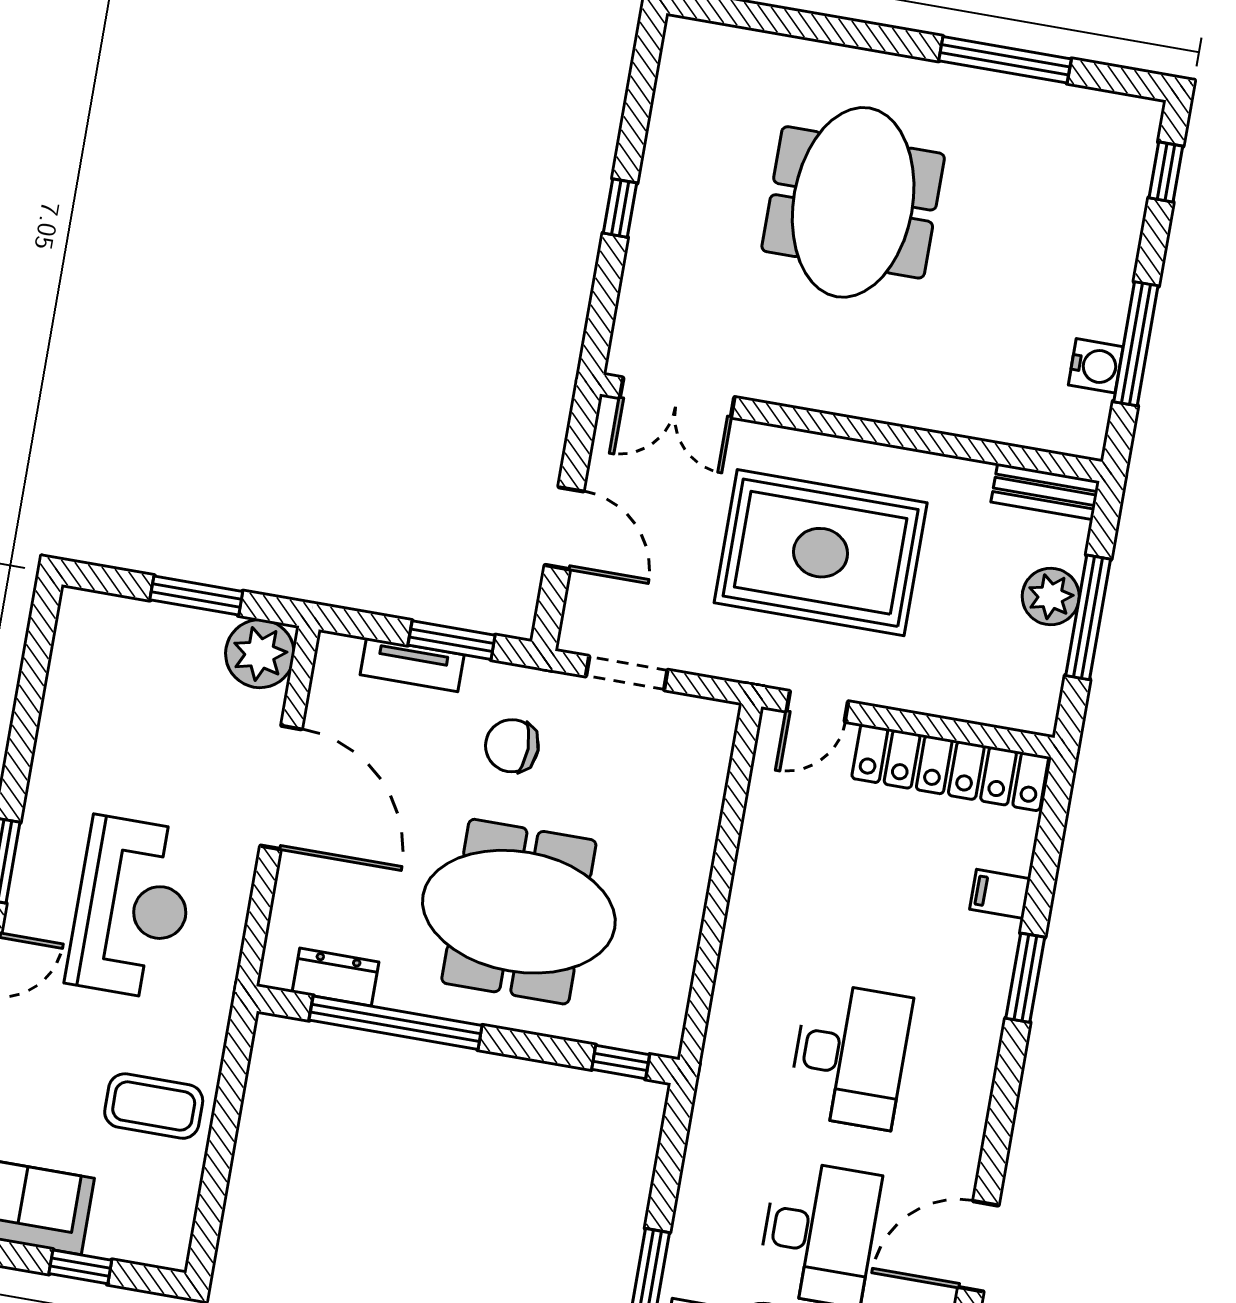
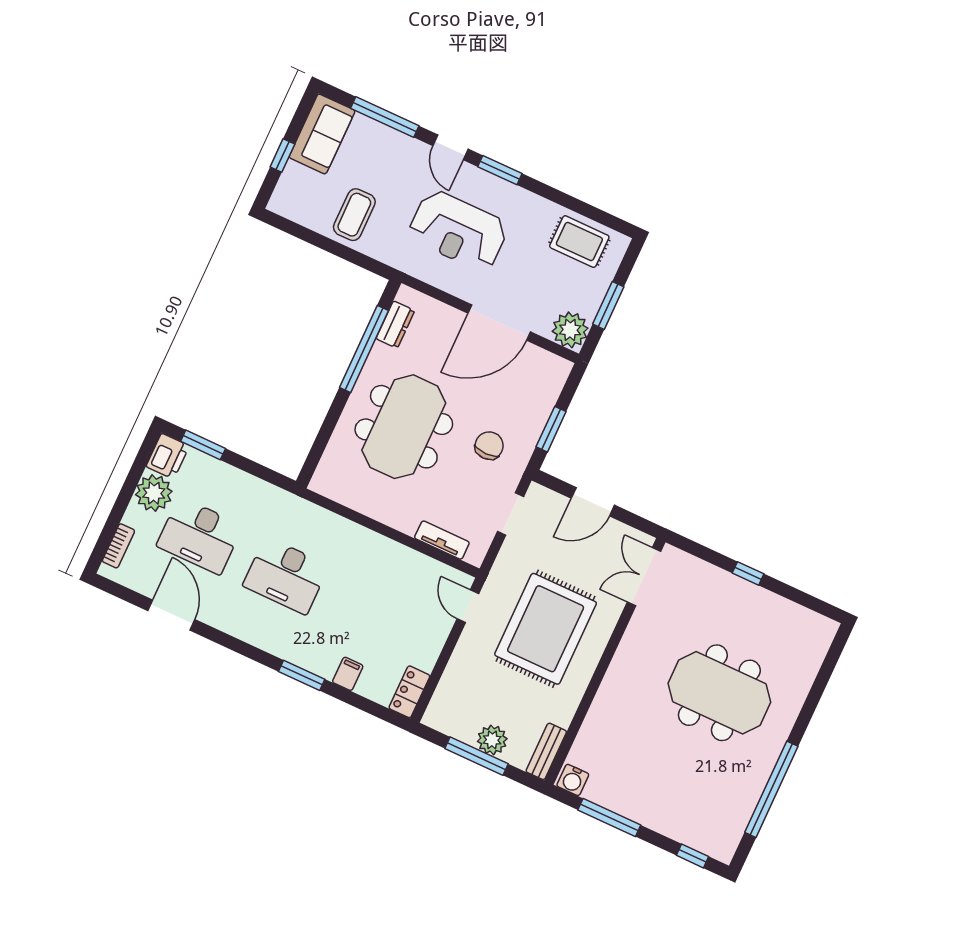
window: (1005, 60) -> (771, 789), width x1.46
water cooler: (1096, 366) -> (573, 780), moved
tv unit: (412, 665) -> (442, 540), moved, turned 90
rug: (93, 680) -> (579, 242), added
locker: (950, 768) -> (409, 692), width x0.46, depth x0.83
window: (621, 1062) -> (314, 458), removed

